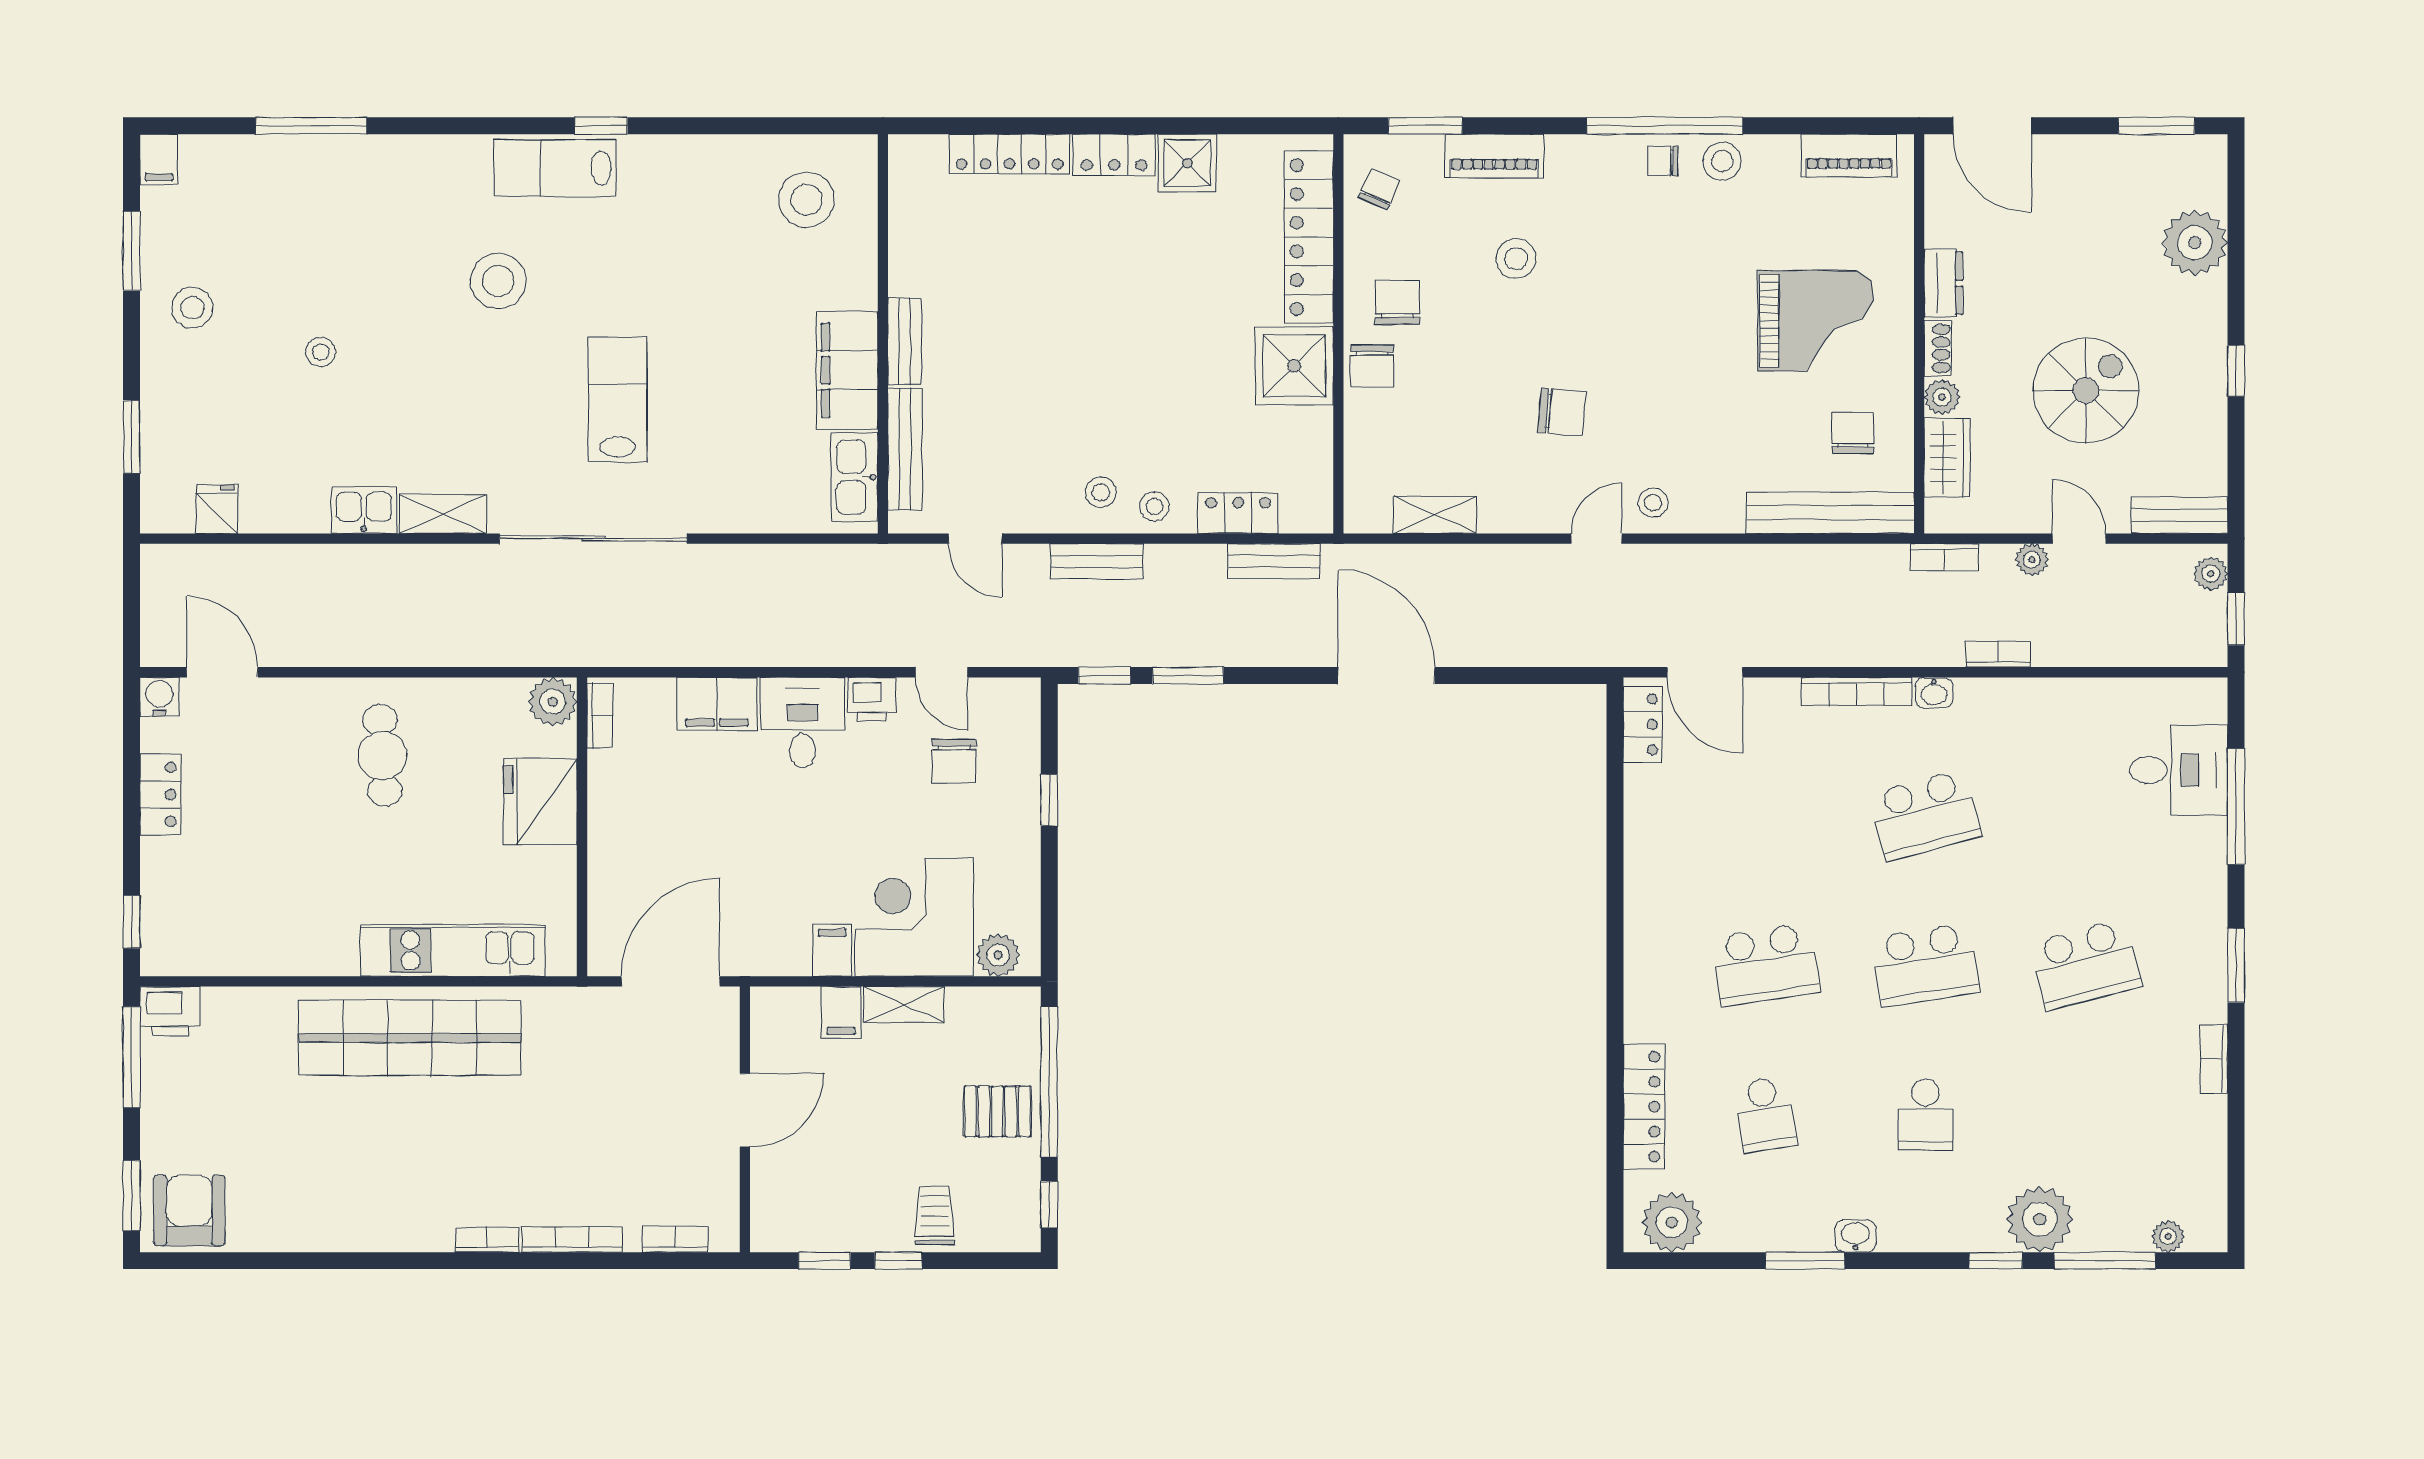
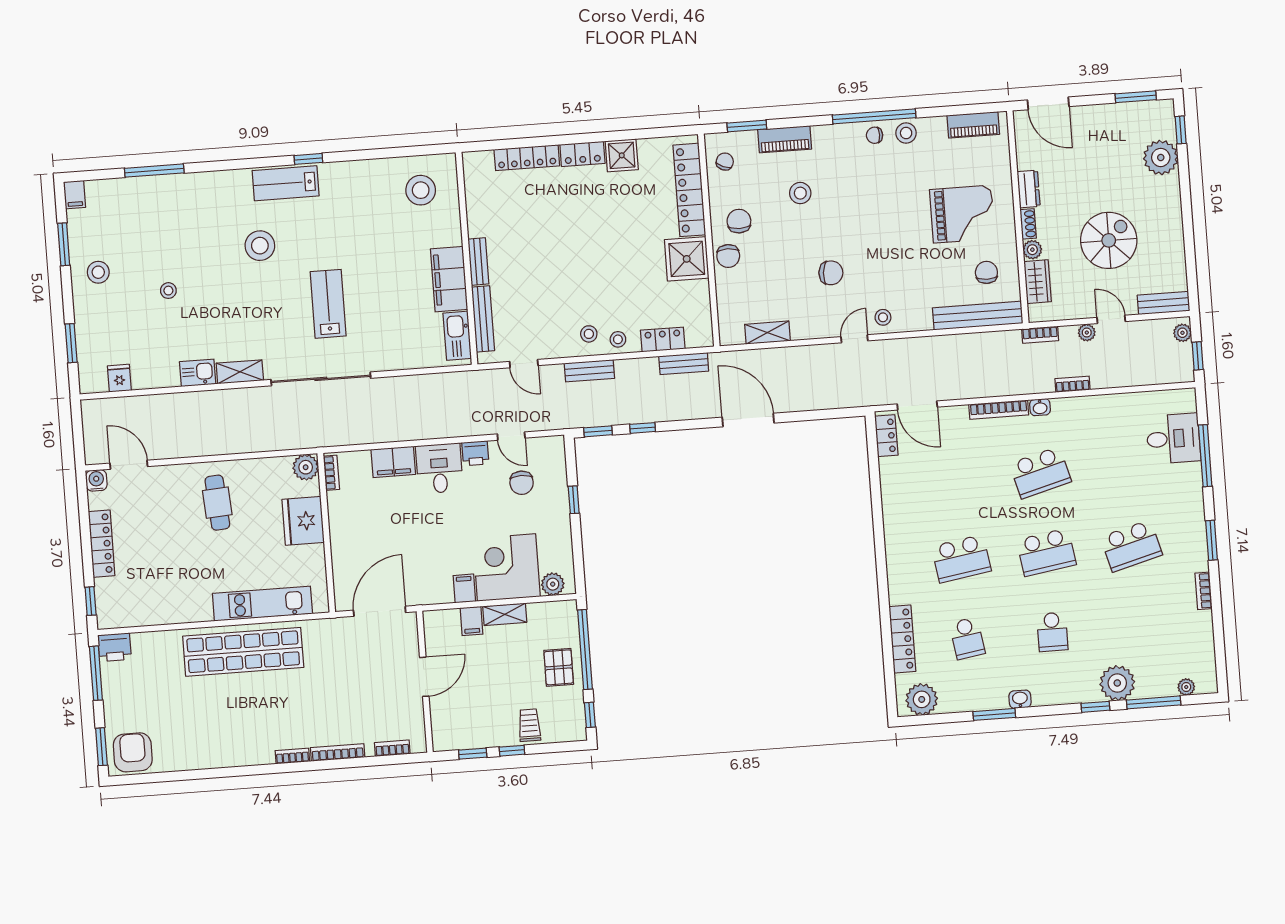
window: (2236, 371) -> (1181, 130), moved
window: (1188, 676) -> (643, 428), width x0.67
locker: (160, 794) -> (102, 544), width x1.53
pallet: (997, 1111) -> (559, 667), turned 90

